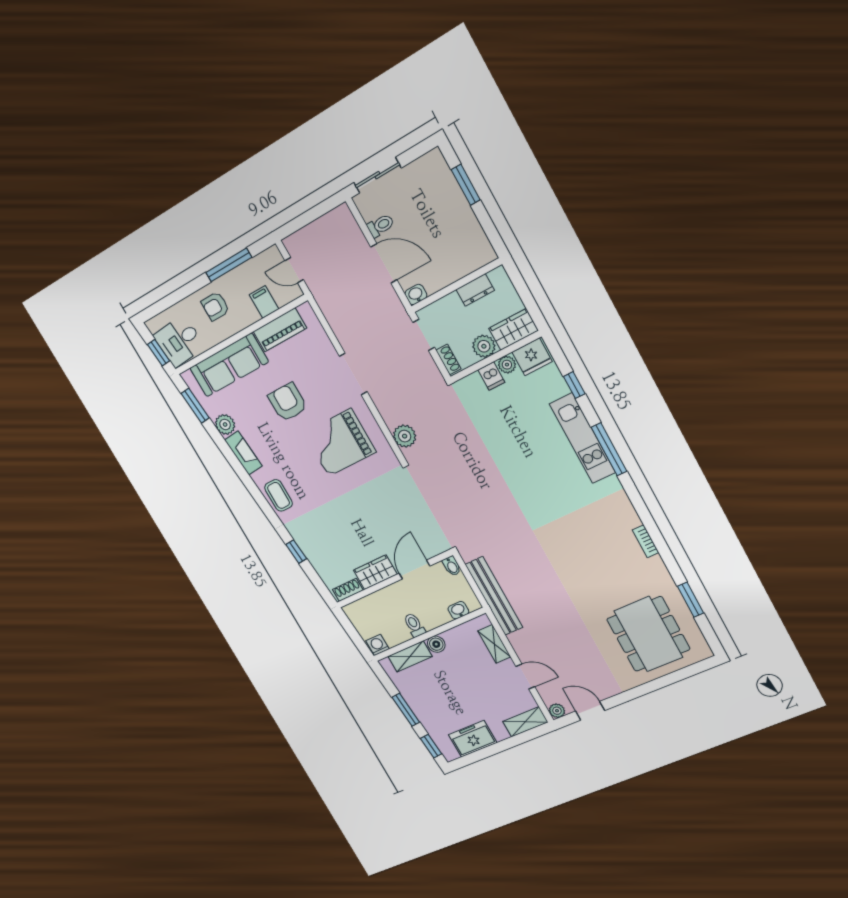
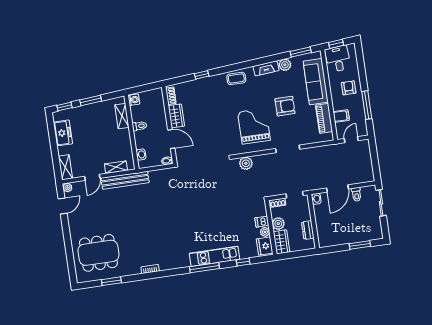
bench: (494, 596) -> (125, 180), moved
boiler: (436, 644) -> (125, 134), removed

